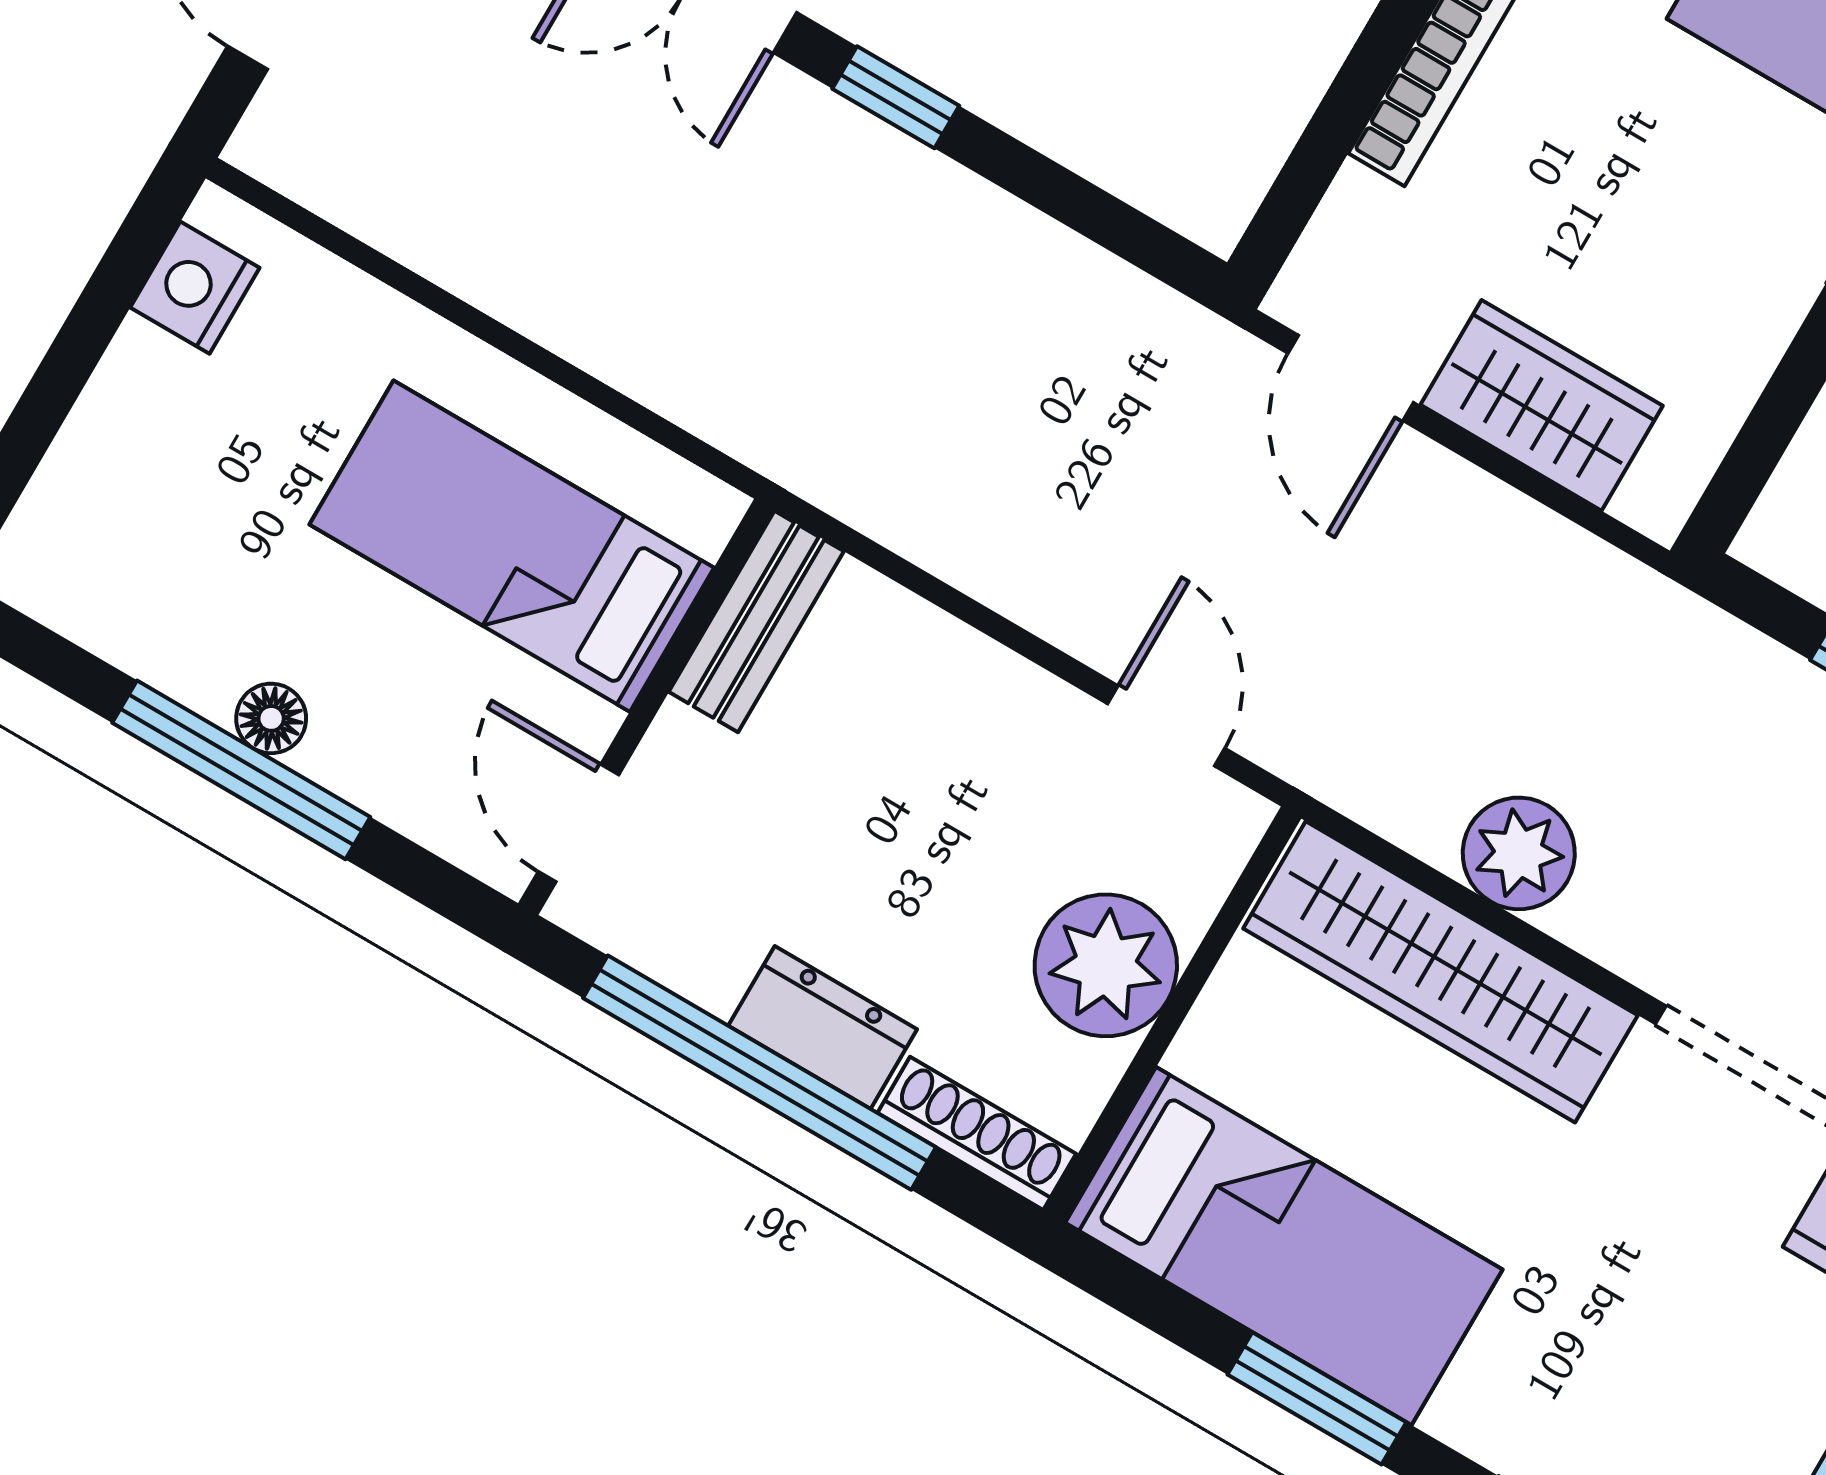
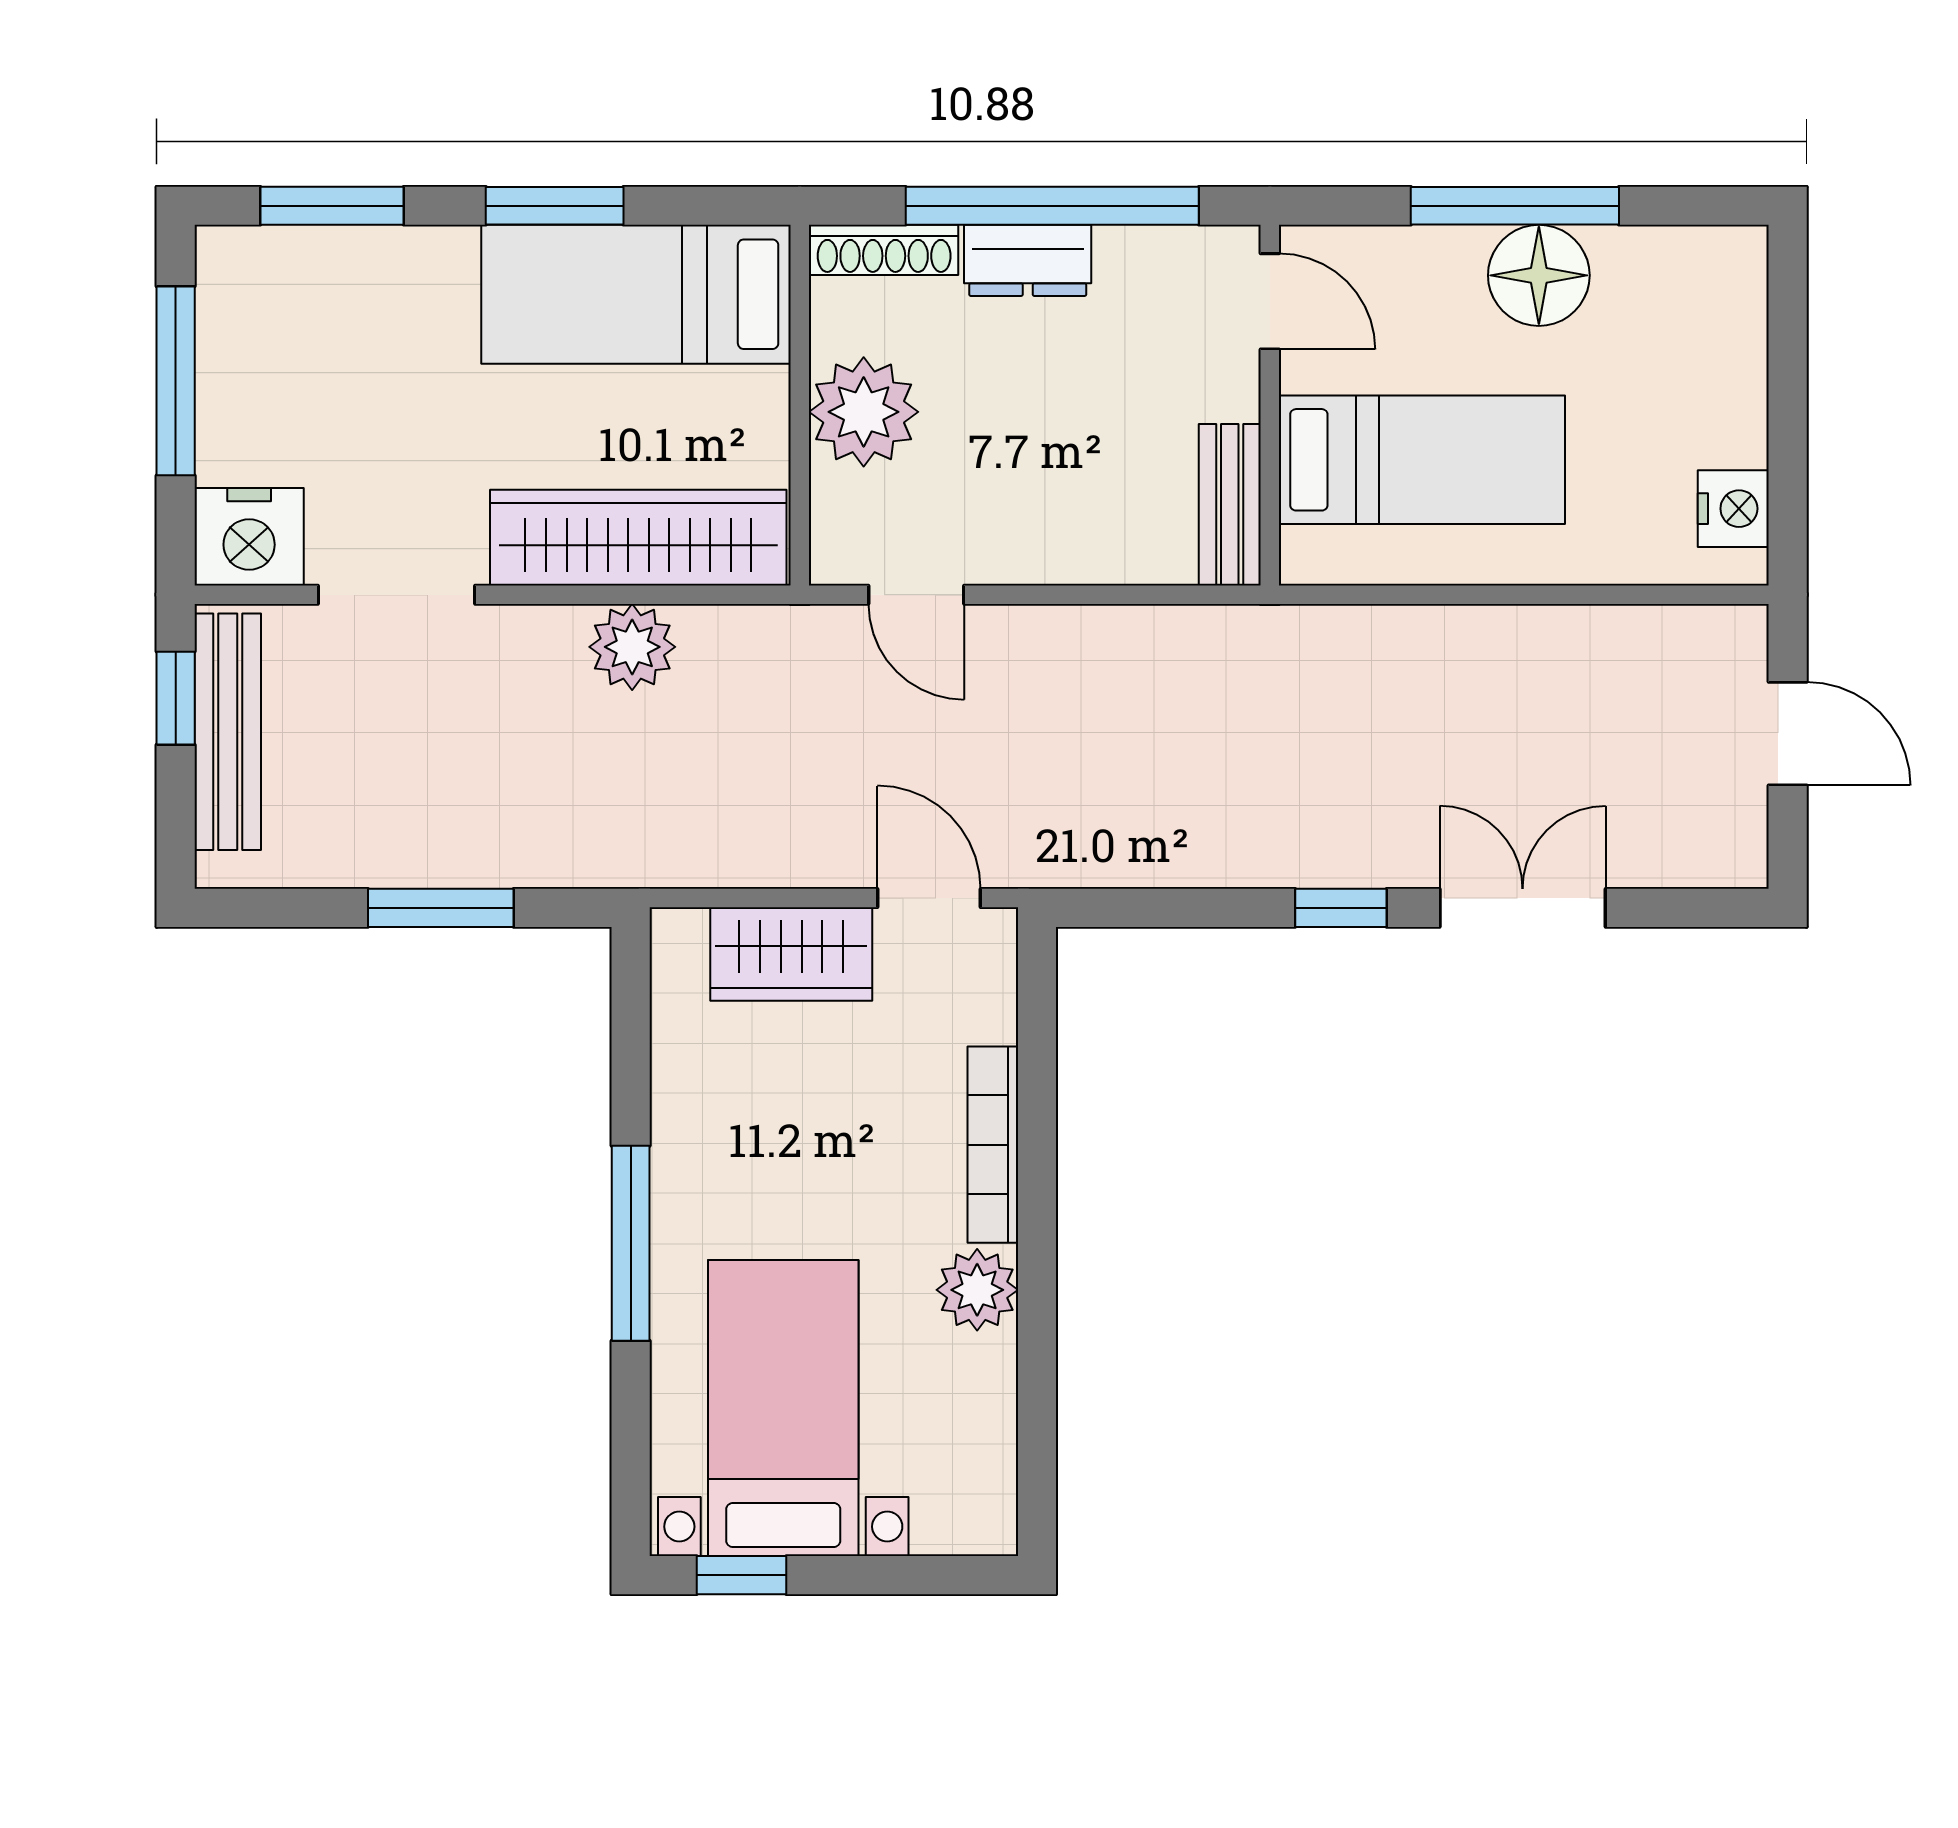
floor lamp: (271, 718) -> (1539, 275), width x1.89, depth x1.89

